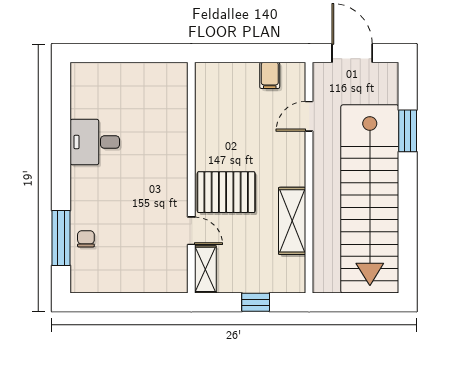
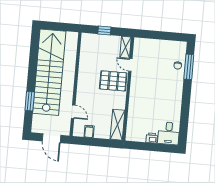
printer: (130, 73) -> (152, 138), added
door: (309, 116) -> (73, 112), hinge flipped
desk: (95, 142) -> (169, 133), moved, turned 90
shelving: (292, 221) -> (117, 125), moved

